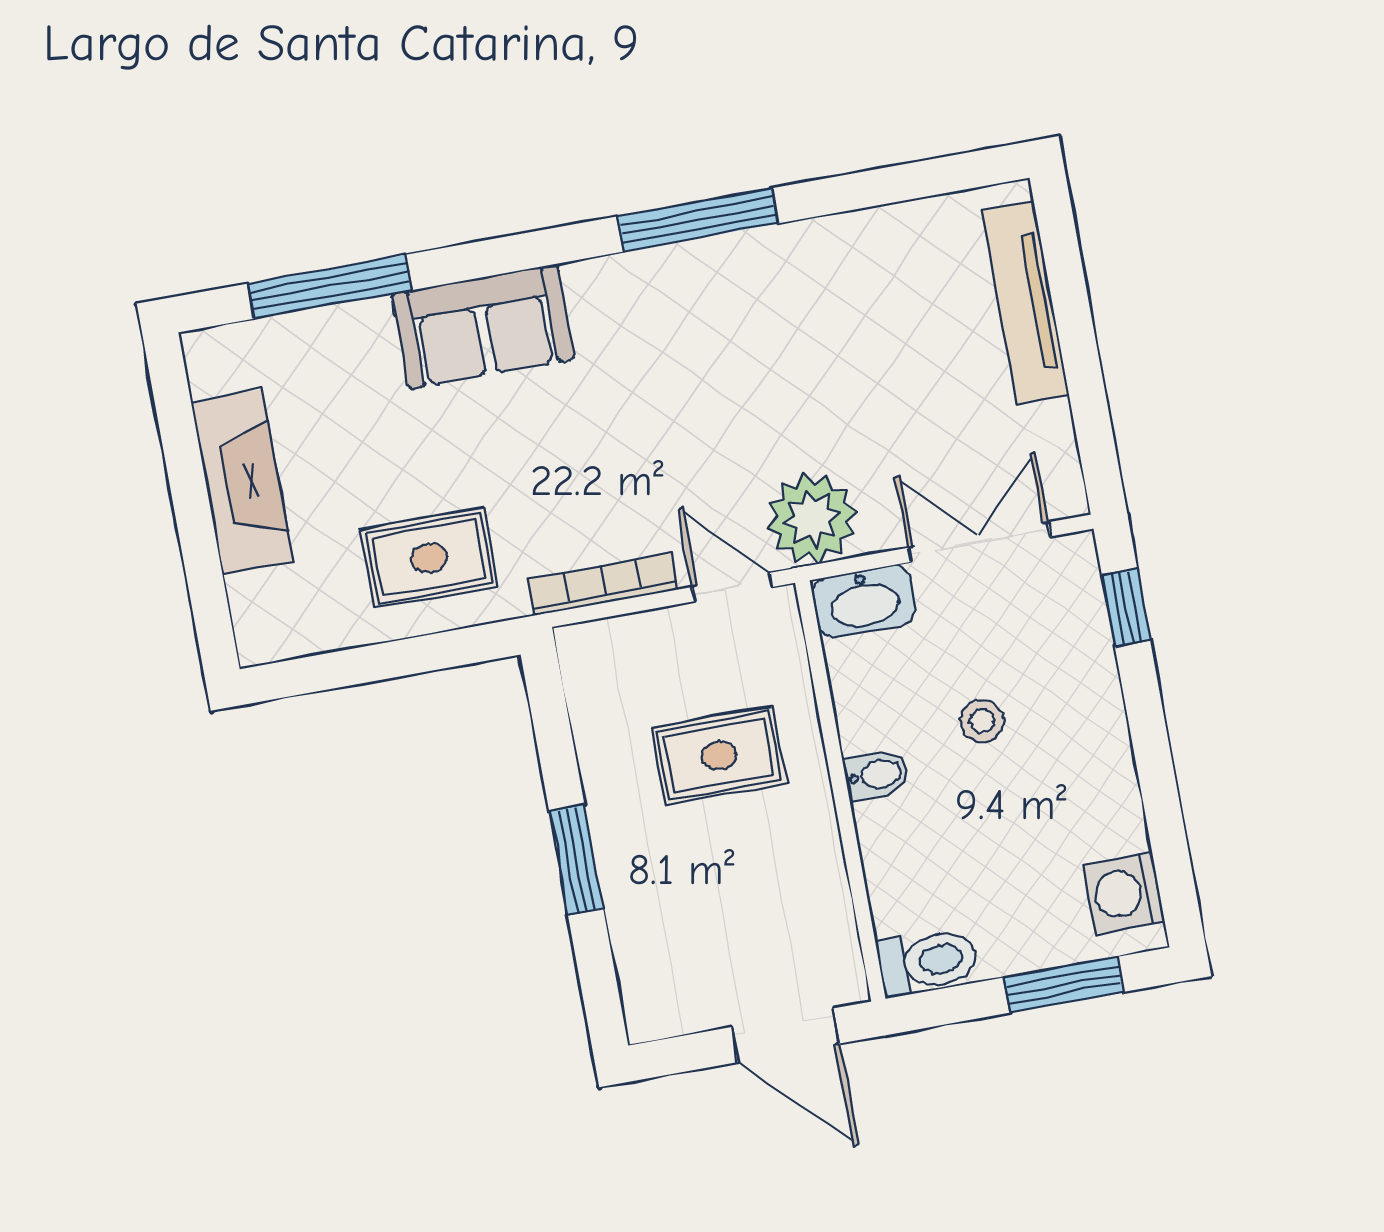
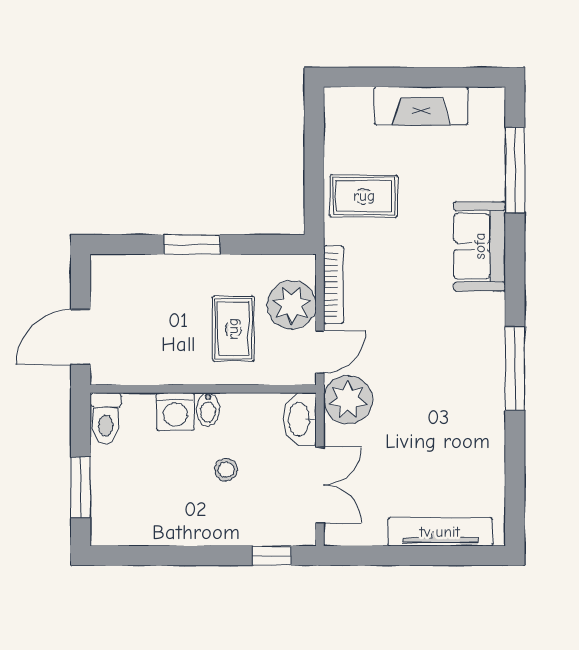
rug: (429, 558) -> (364, 196), turned 90
plant: (655, 655) -> (292, 305), added
washing machine: (1124, 893) -> (175, 411), moved, turned 180

